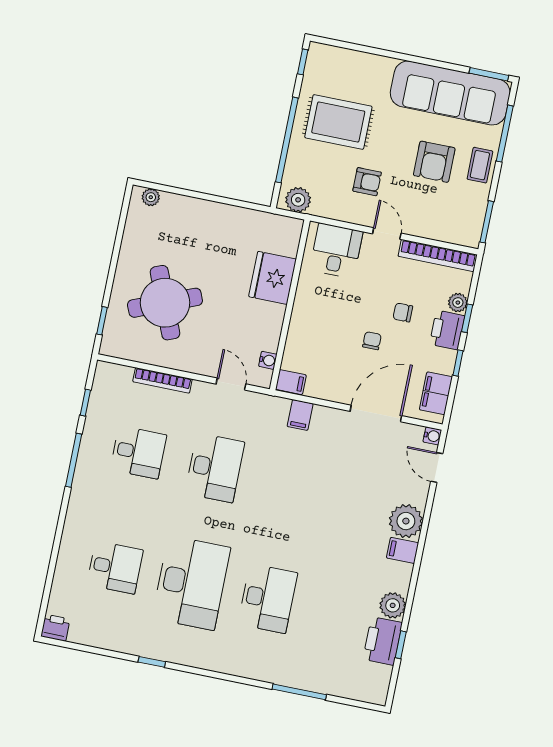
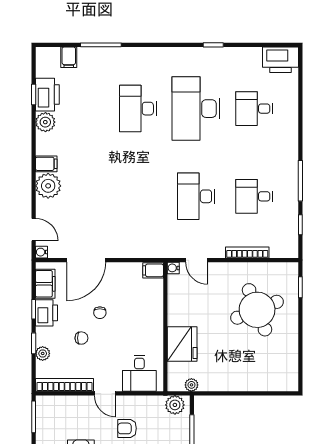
plant: (151, 197) -> (191, 385), moved
printer: (447, 330) -> (46, 313), moved
water cooler: (268, 360) -> (173, 268), moved
filing cabinet: (300, 415) -> (69, 57), moved, turned 180
printer: (55, 628) -> (281, 60), width x1.87, depth x1.48

